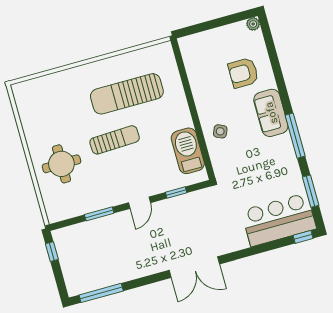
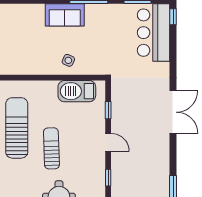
armchair: (243, 73) -> (26, 28), removed
sun lounger: (127, 94) -> (17, 128), turned 180
window: (99, 214) -> (108, 178), width x0.67

